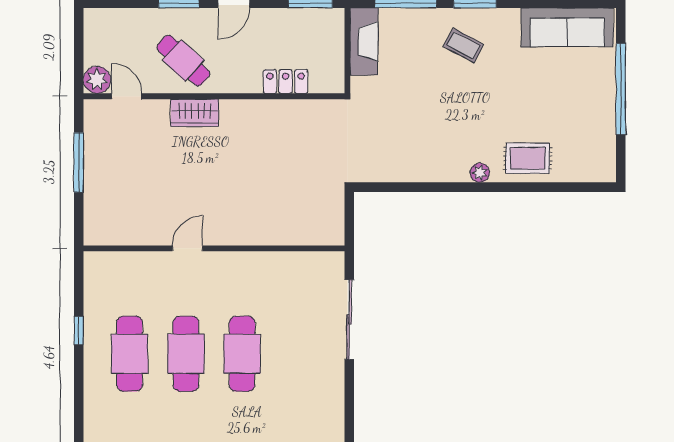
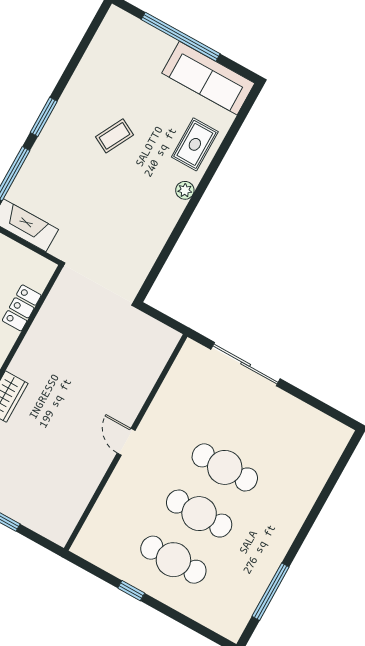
sofa: (567, 27) -> (208, 78), moved, turned 90
coffee table: (463, 45) -> (115, 136), moved
door: (188, 248) -> (126, 442), moved

